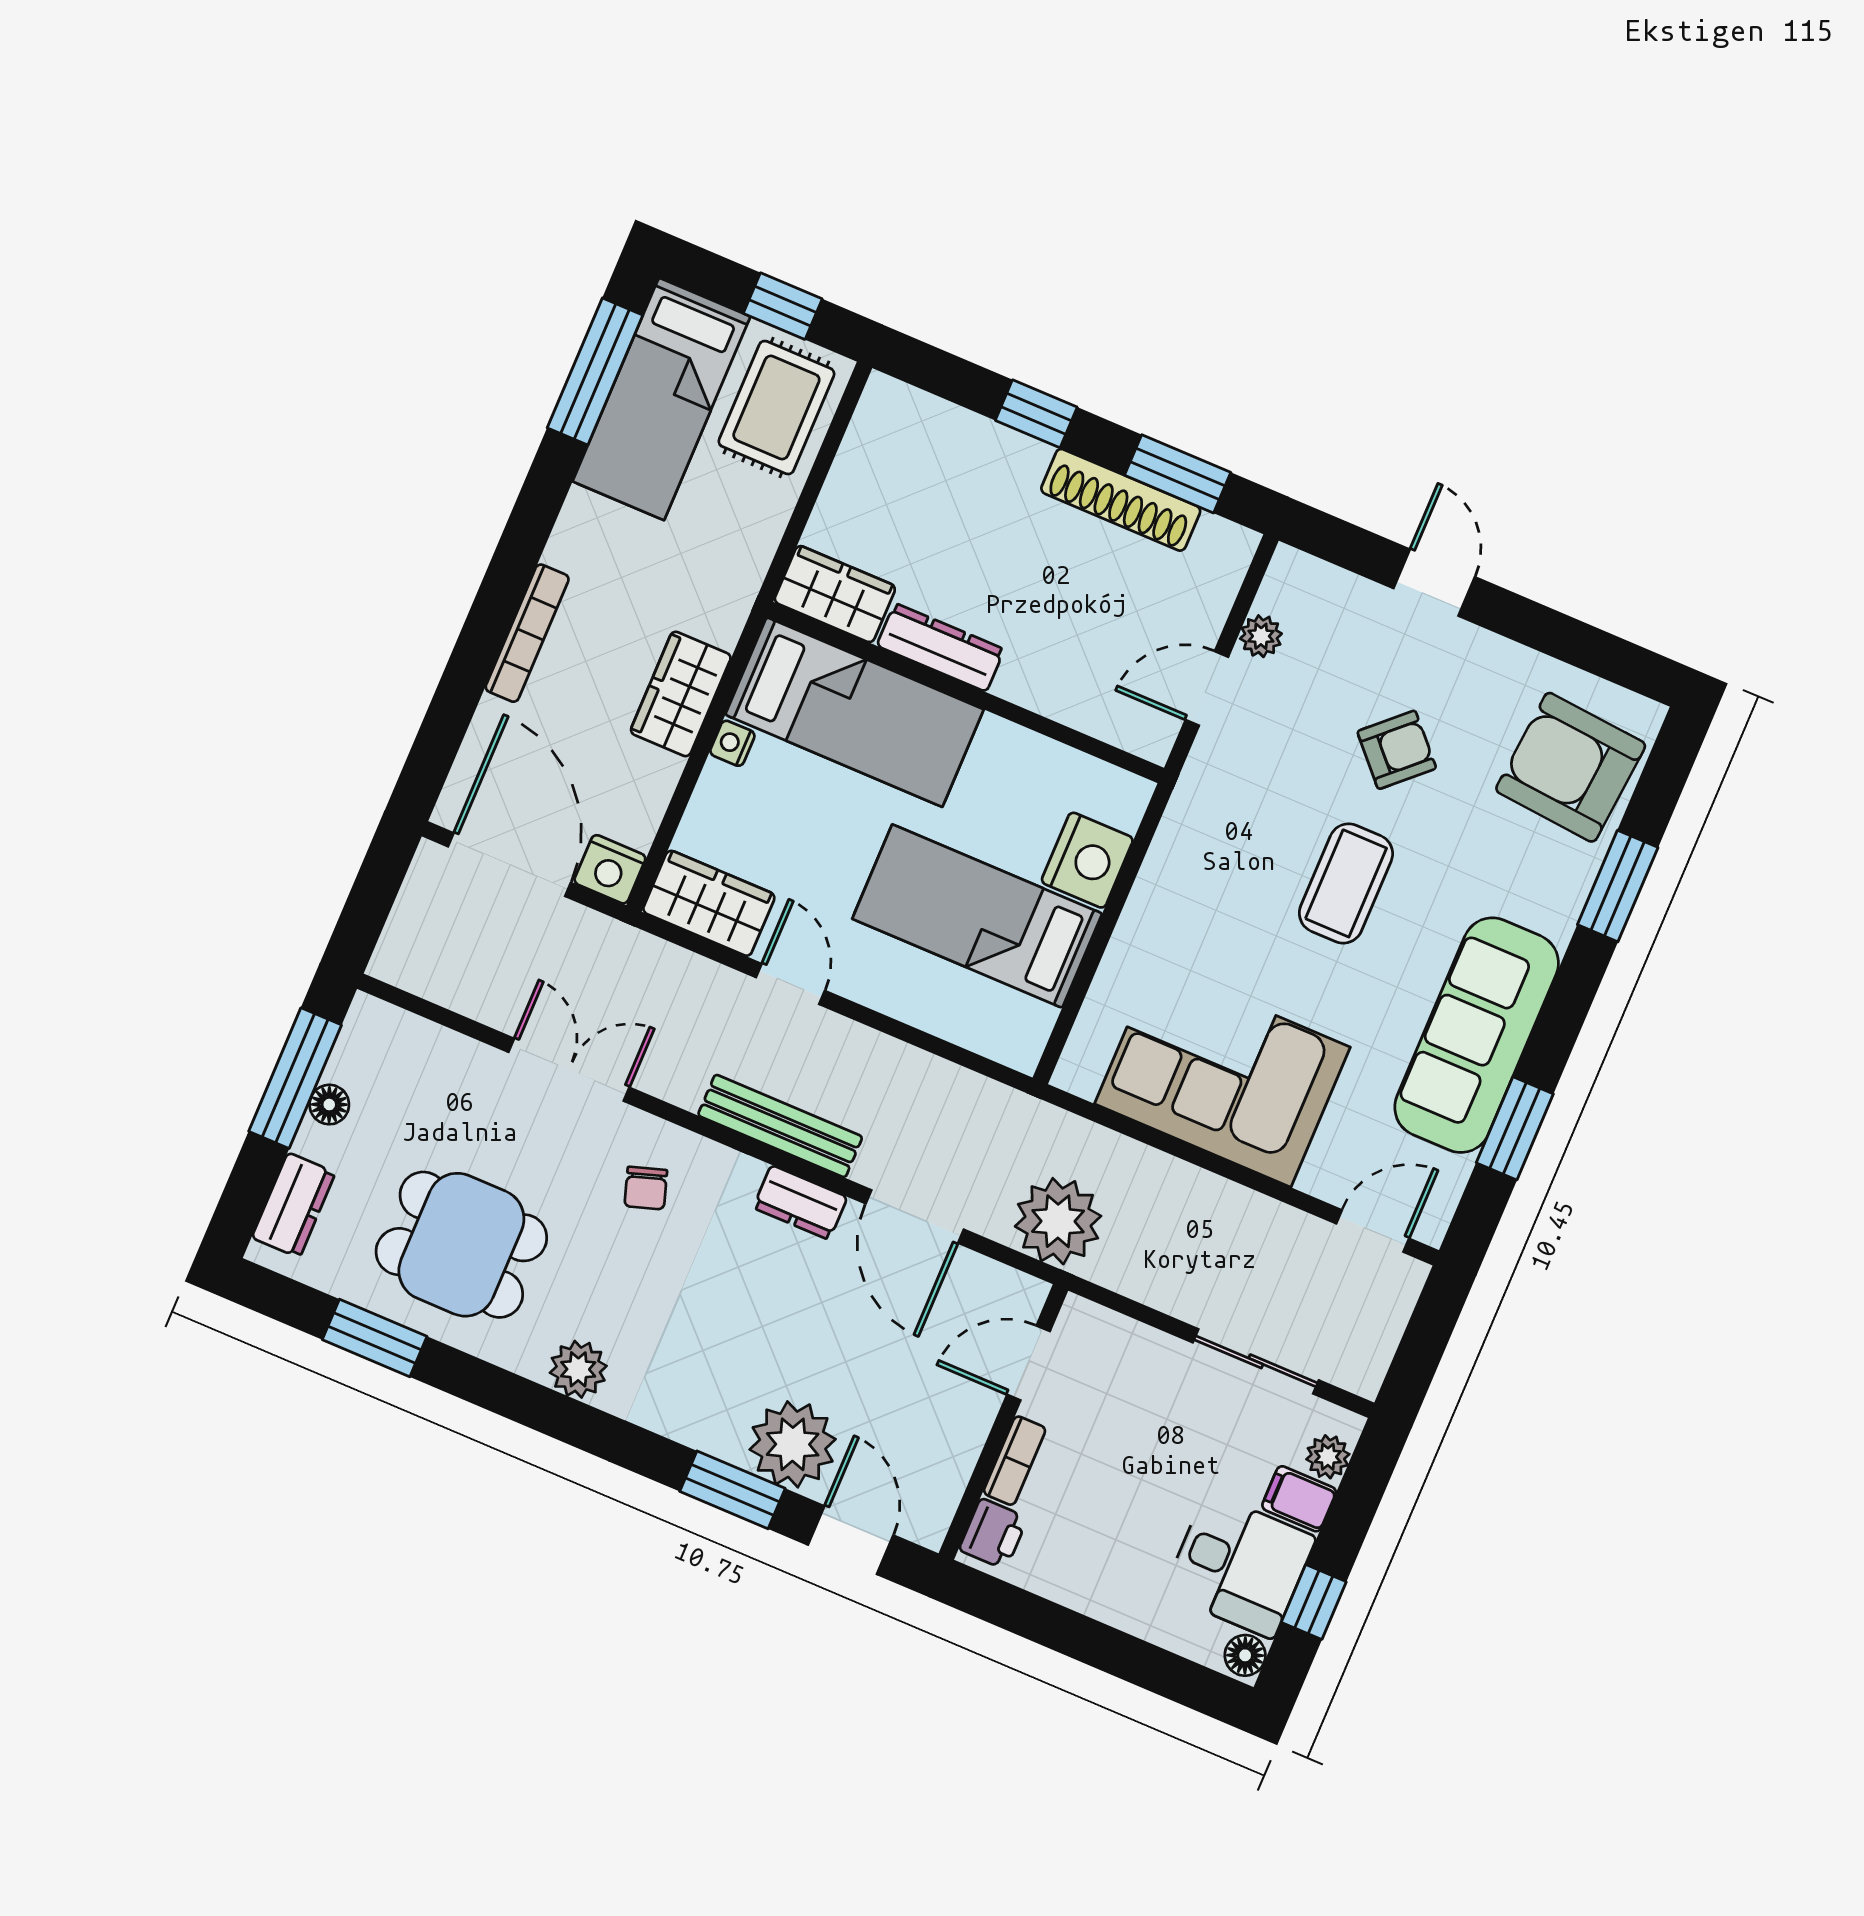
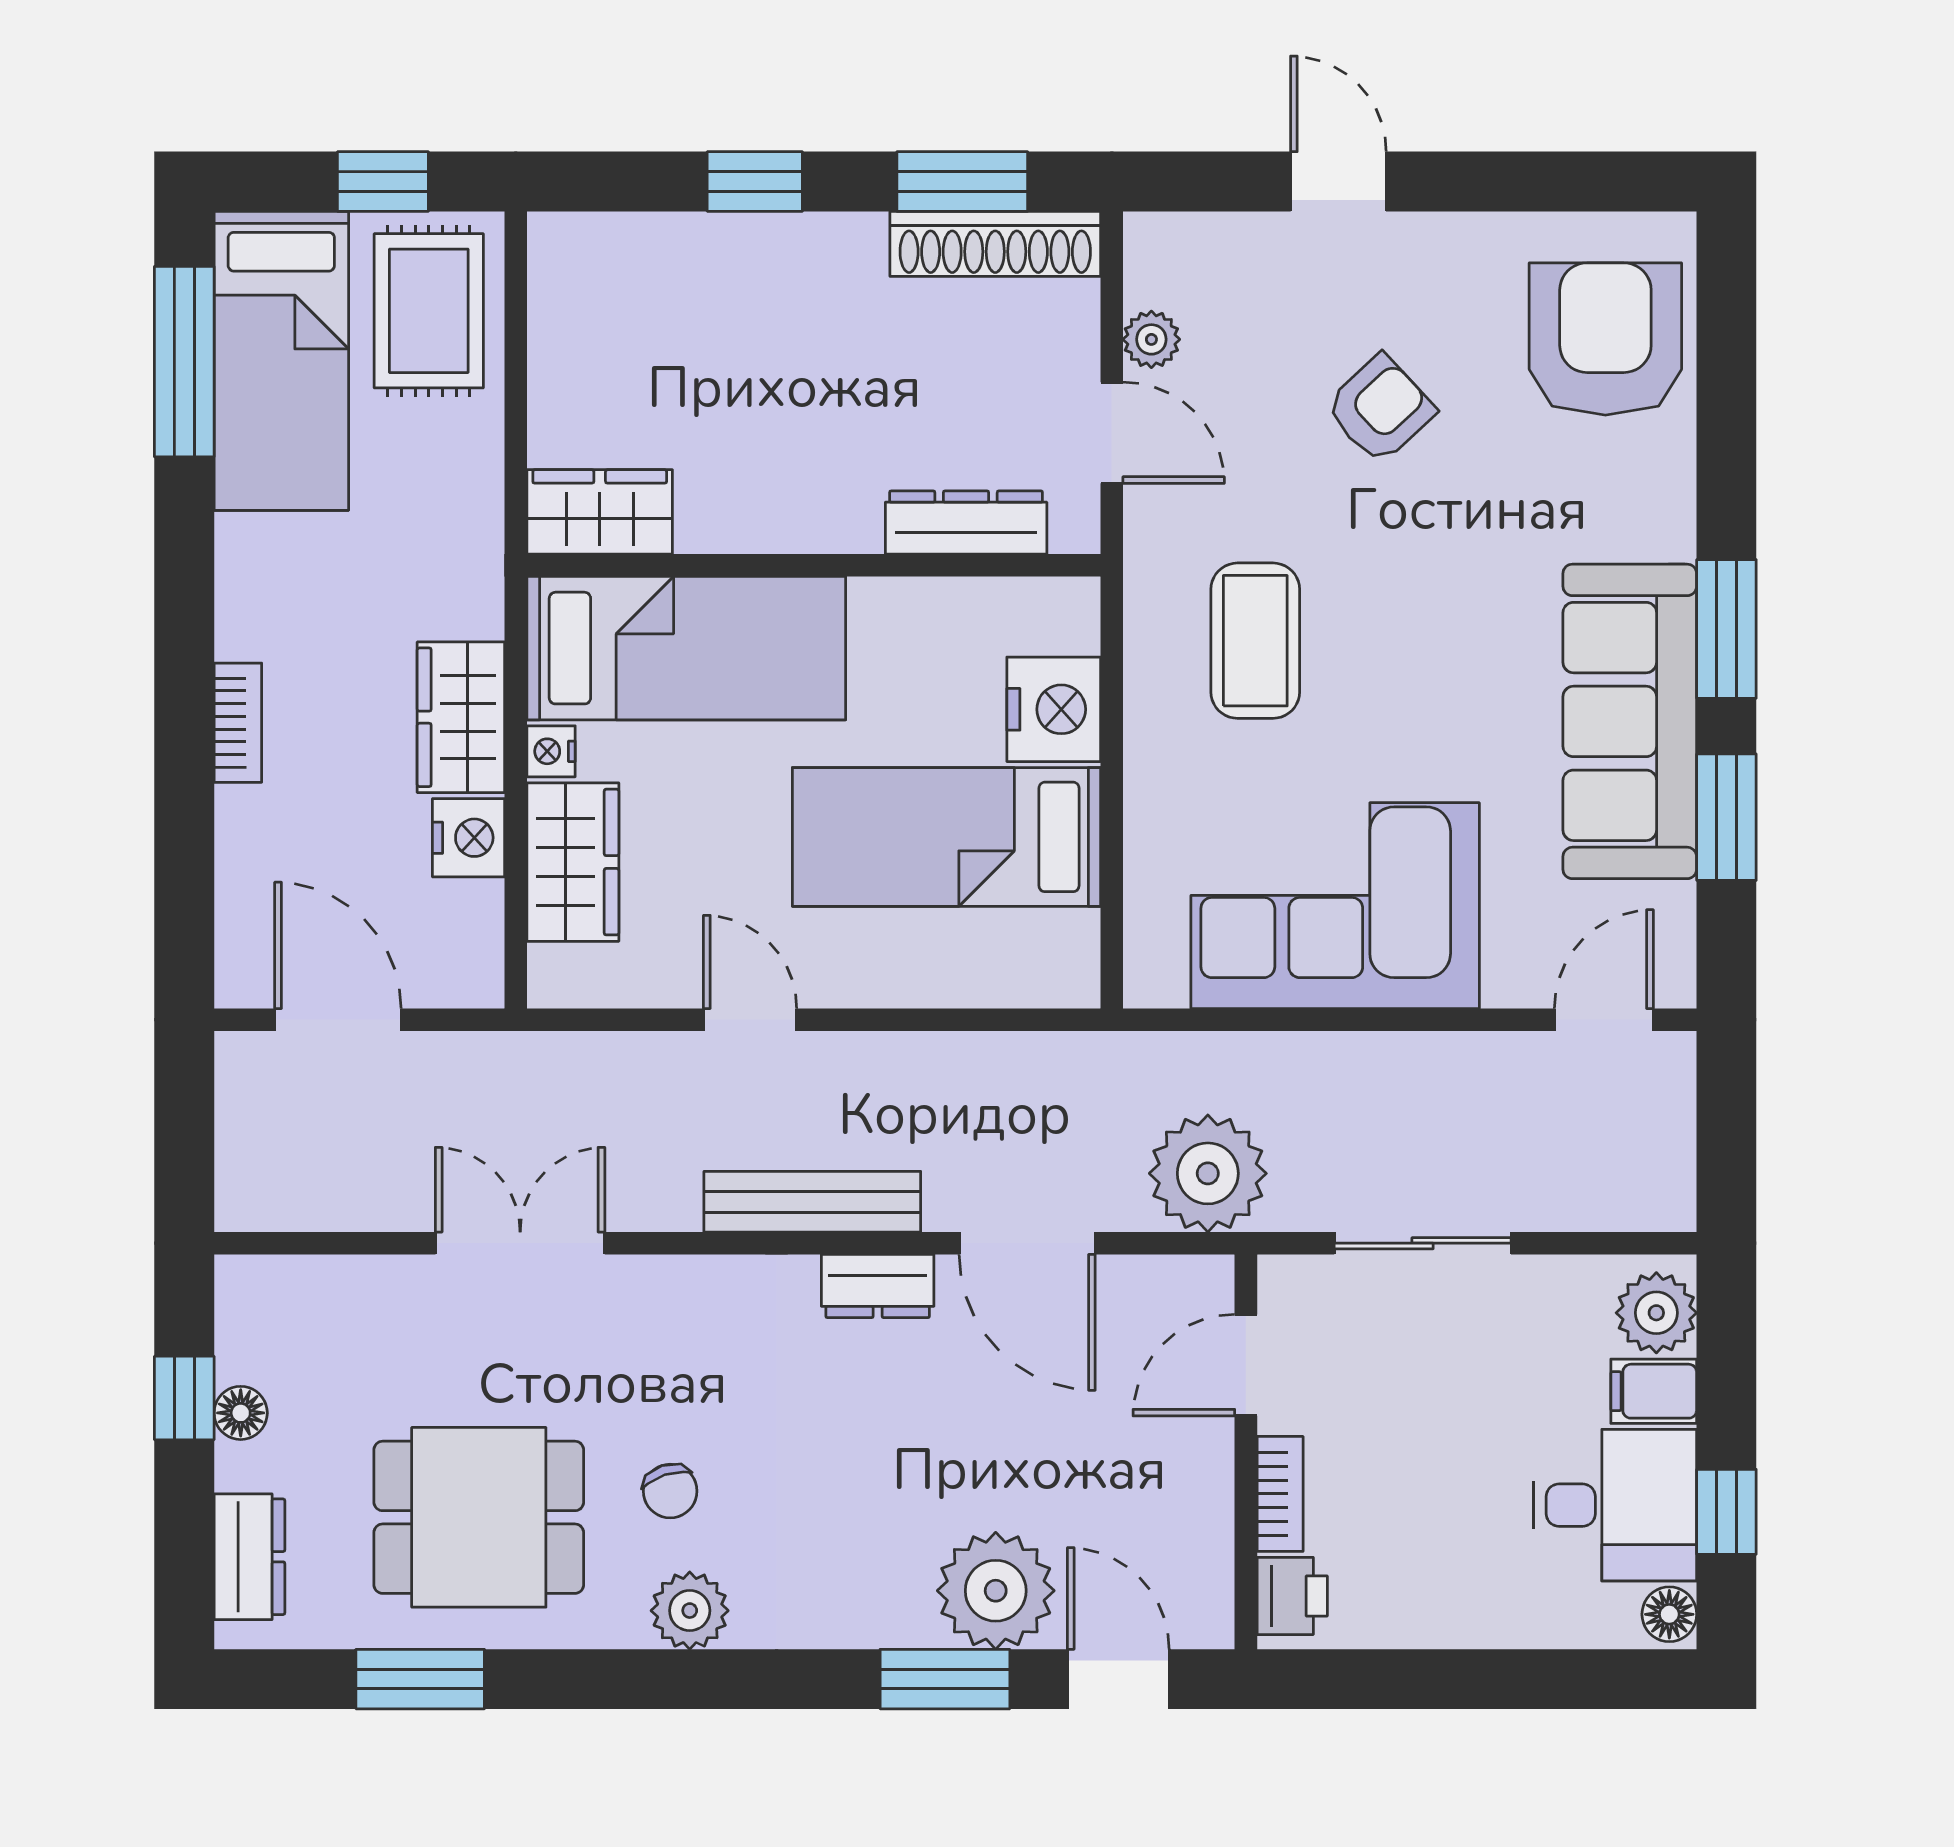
shoe rack: (1121, 500) -> (995, 244), moved
bookcase: (527, 633) -> (238, 723), width x0.64
dresser: (941, 647) -> (966, 522), moved
door: (1207, 688) -> (1112, 433), swing flipped
armchair: (1571, 767) -> (1605, 339), turned 85
door: (509, 865) -> (338, 1020), width x0.73
nightstand: (610, 869) -> (469, 838), moved, turned -90
coffee table: (1346, 883) -> (1255, 641), moved
window: (1618, 886) -> (1726, 629), moved
wardrobe: (709, 903) -> (573, 862), moved, turned 90
window: (295, 1078) -> (184, 1398), width x0.46
chair: (646, 1188) -> (670, 1491), moved
sliding door: (1256, 1361) -> (1423, 1243), moved
plant: (1328, 1457) -> (1656, 1313), width x1.38, depth x1.38

